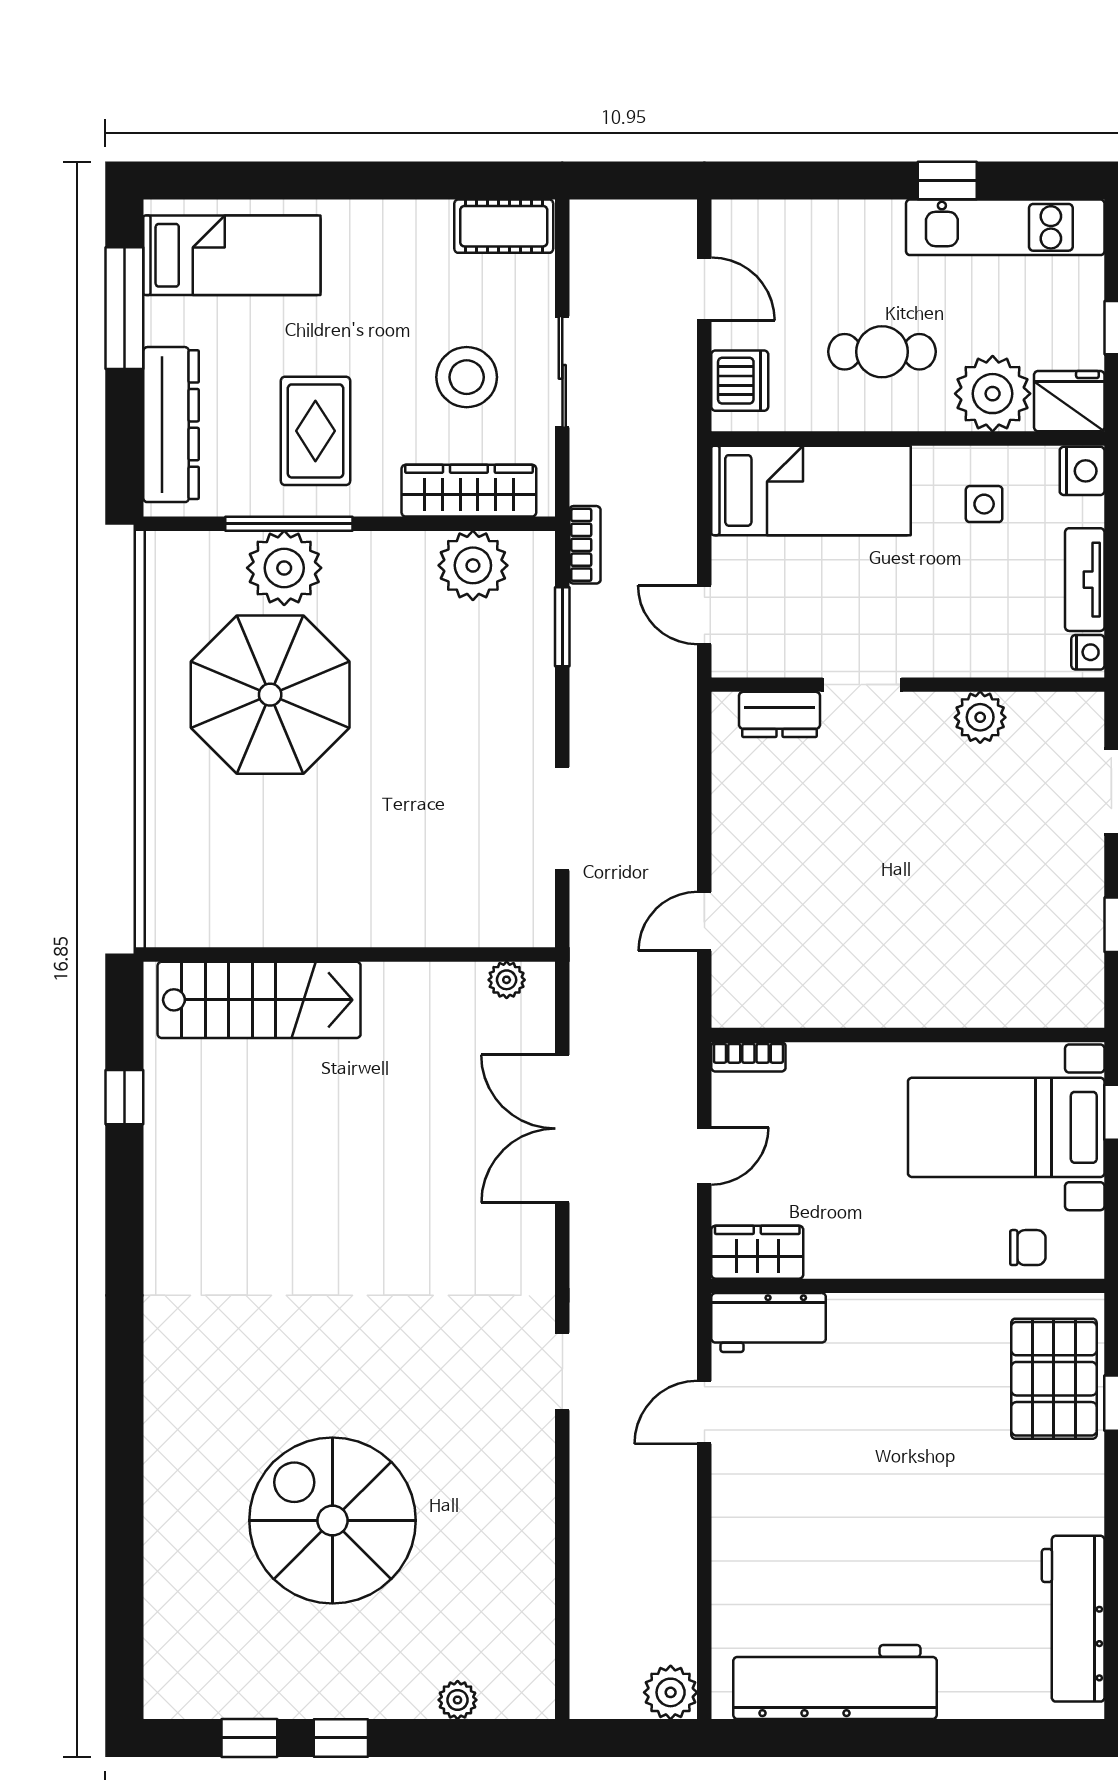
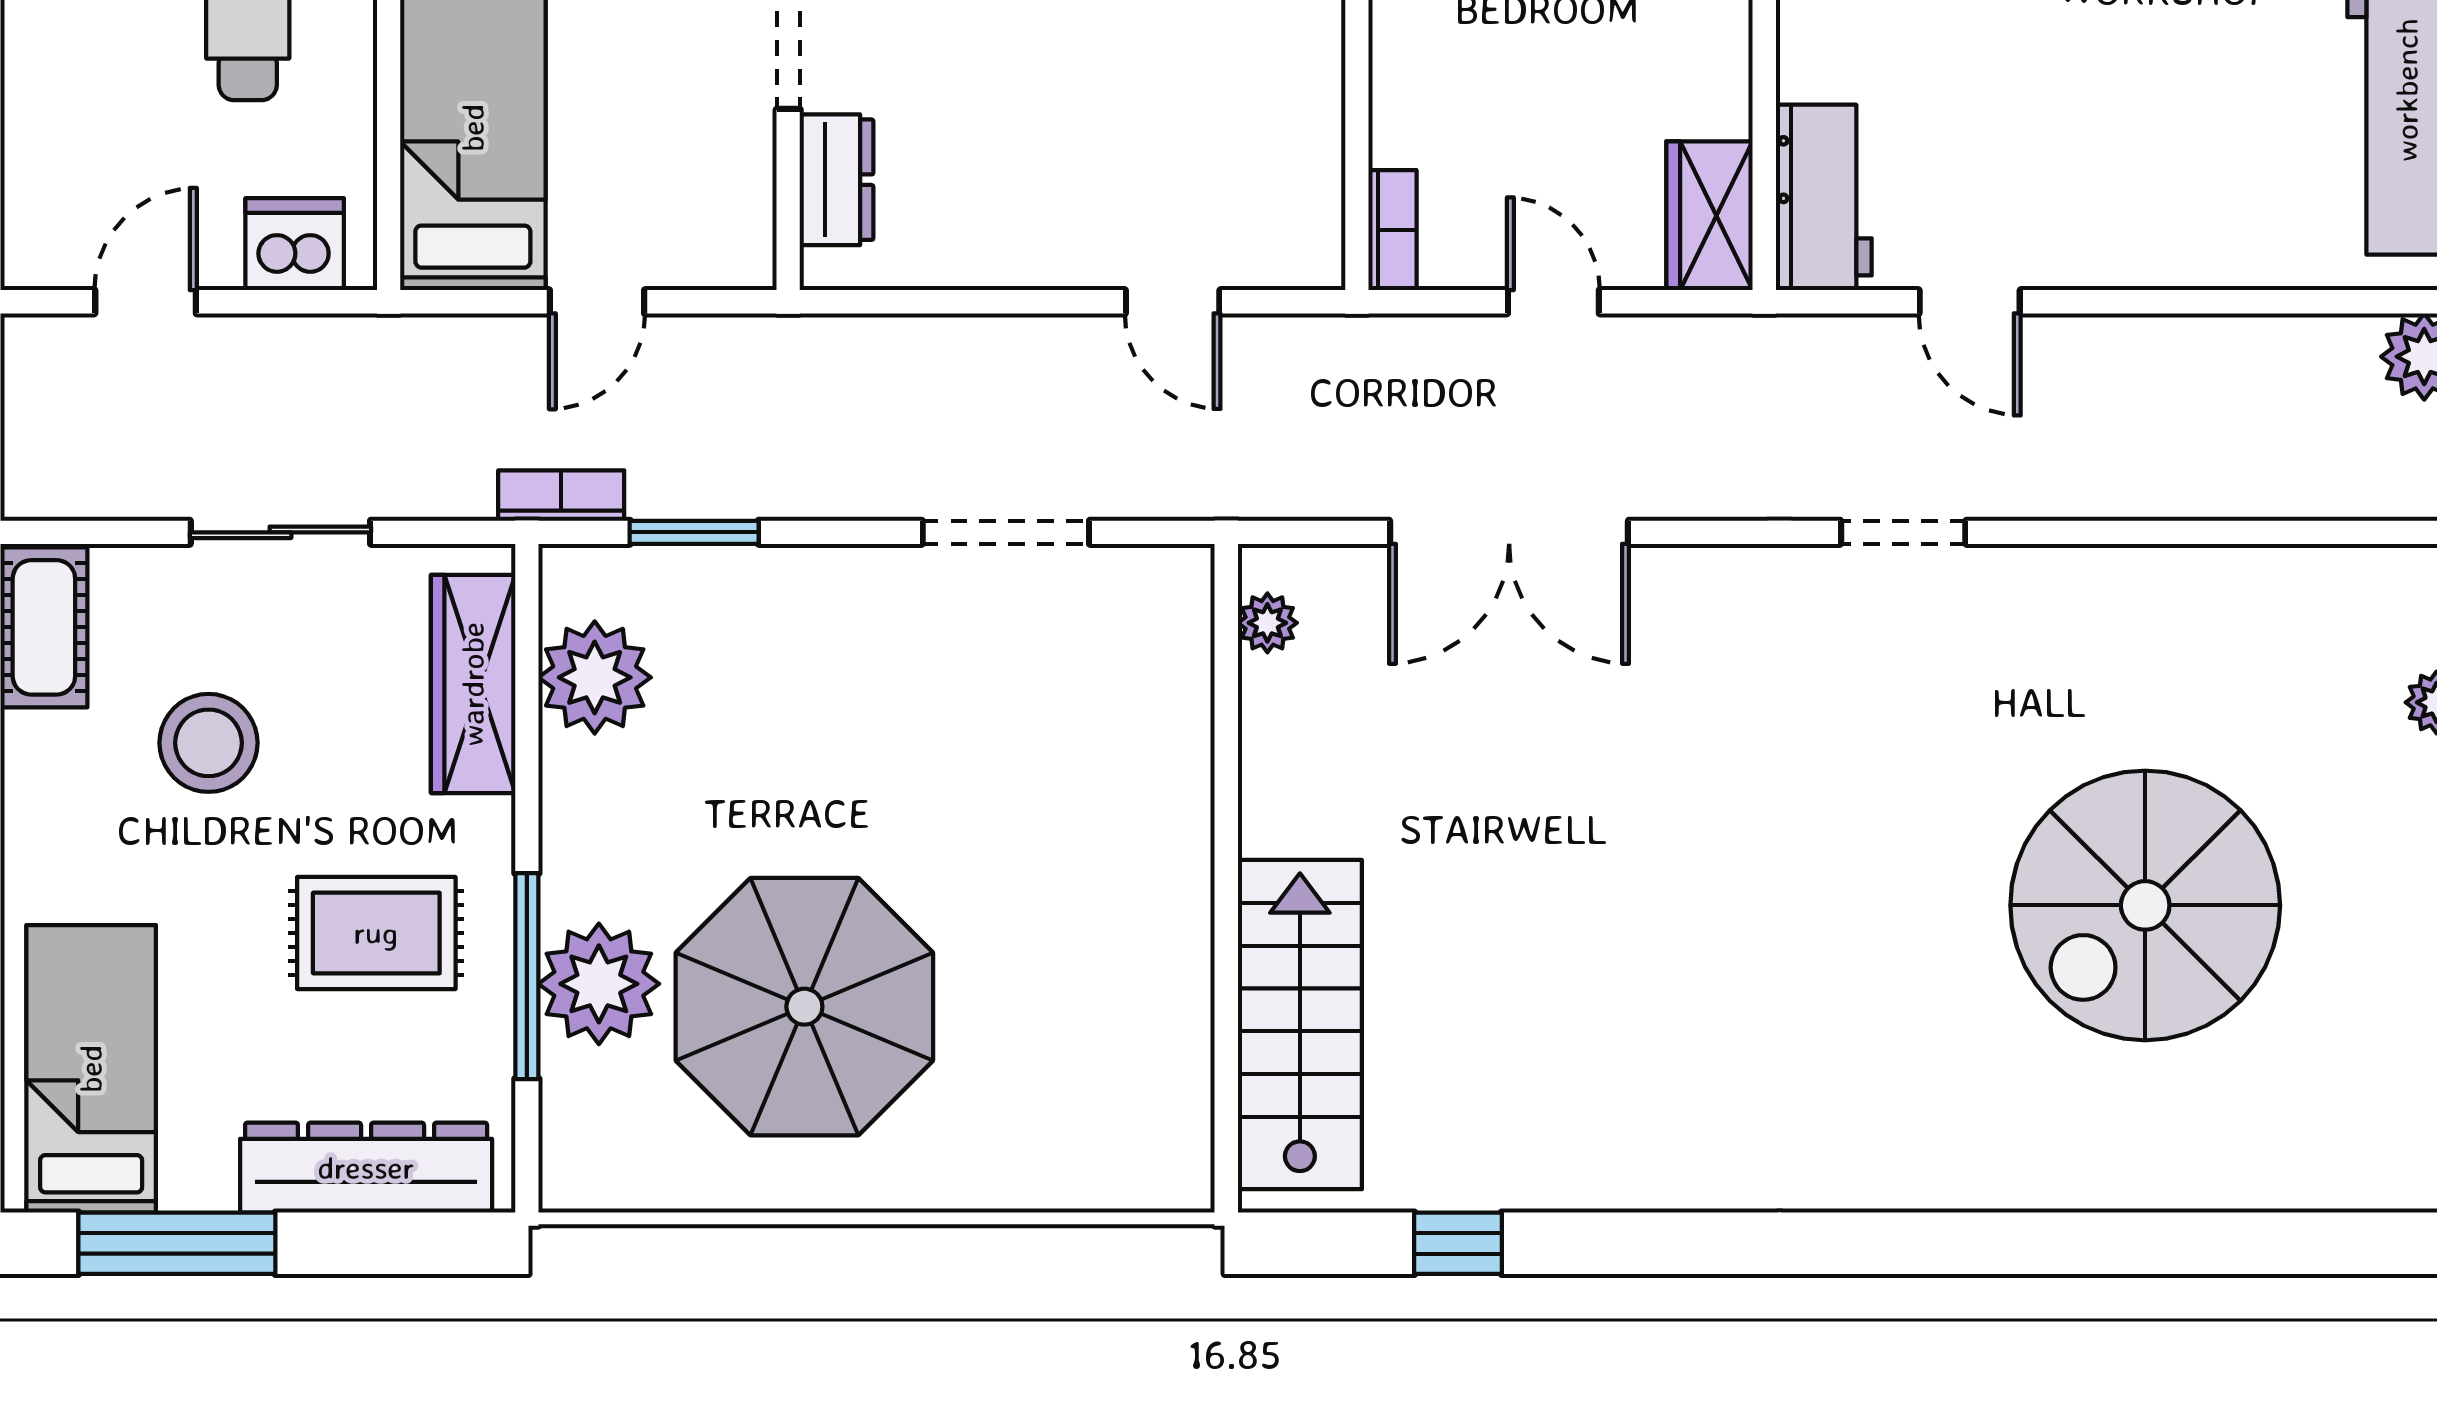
stool: (467, 377) -> (208, 743), moved
door: (704, 615) -> (597, 302), moved

